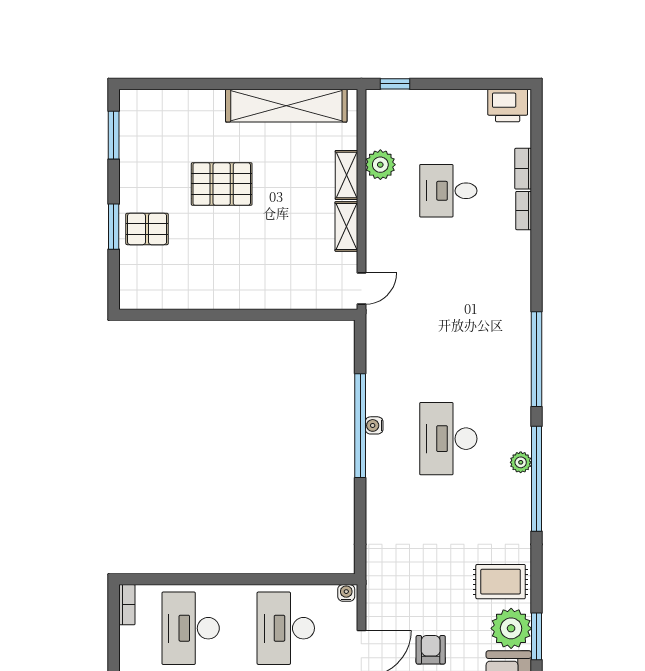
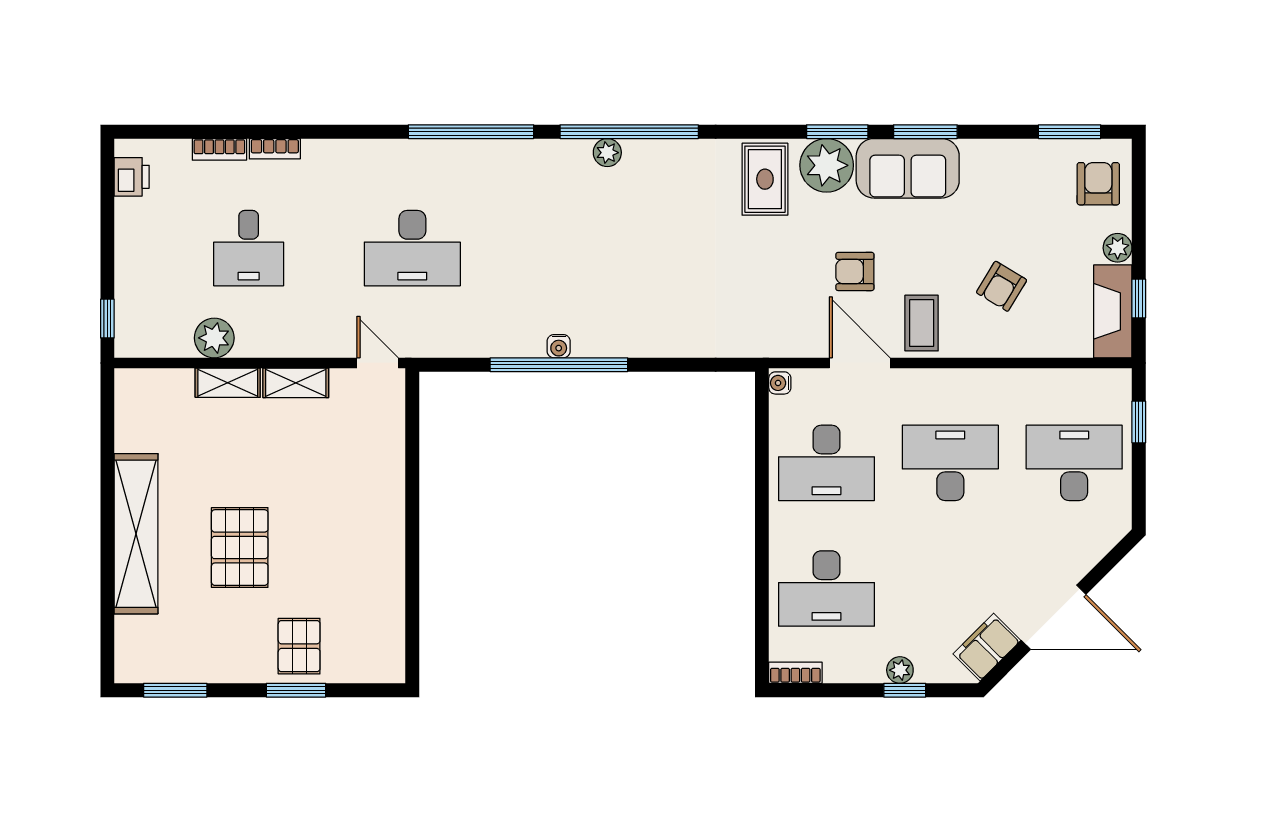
printer: (508, 105) -> (132, 177), width x0.73, depth x0.81
shelving: (286, 106) -> (136, 534), moved
desk: (448, 439) -> (412, 248), moved

